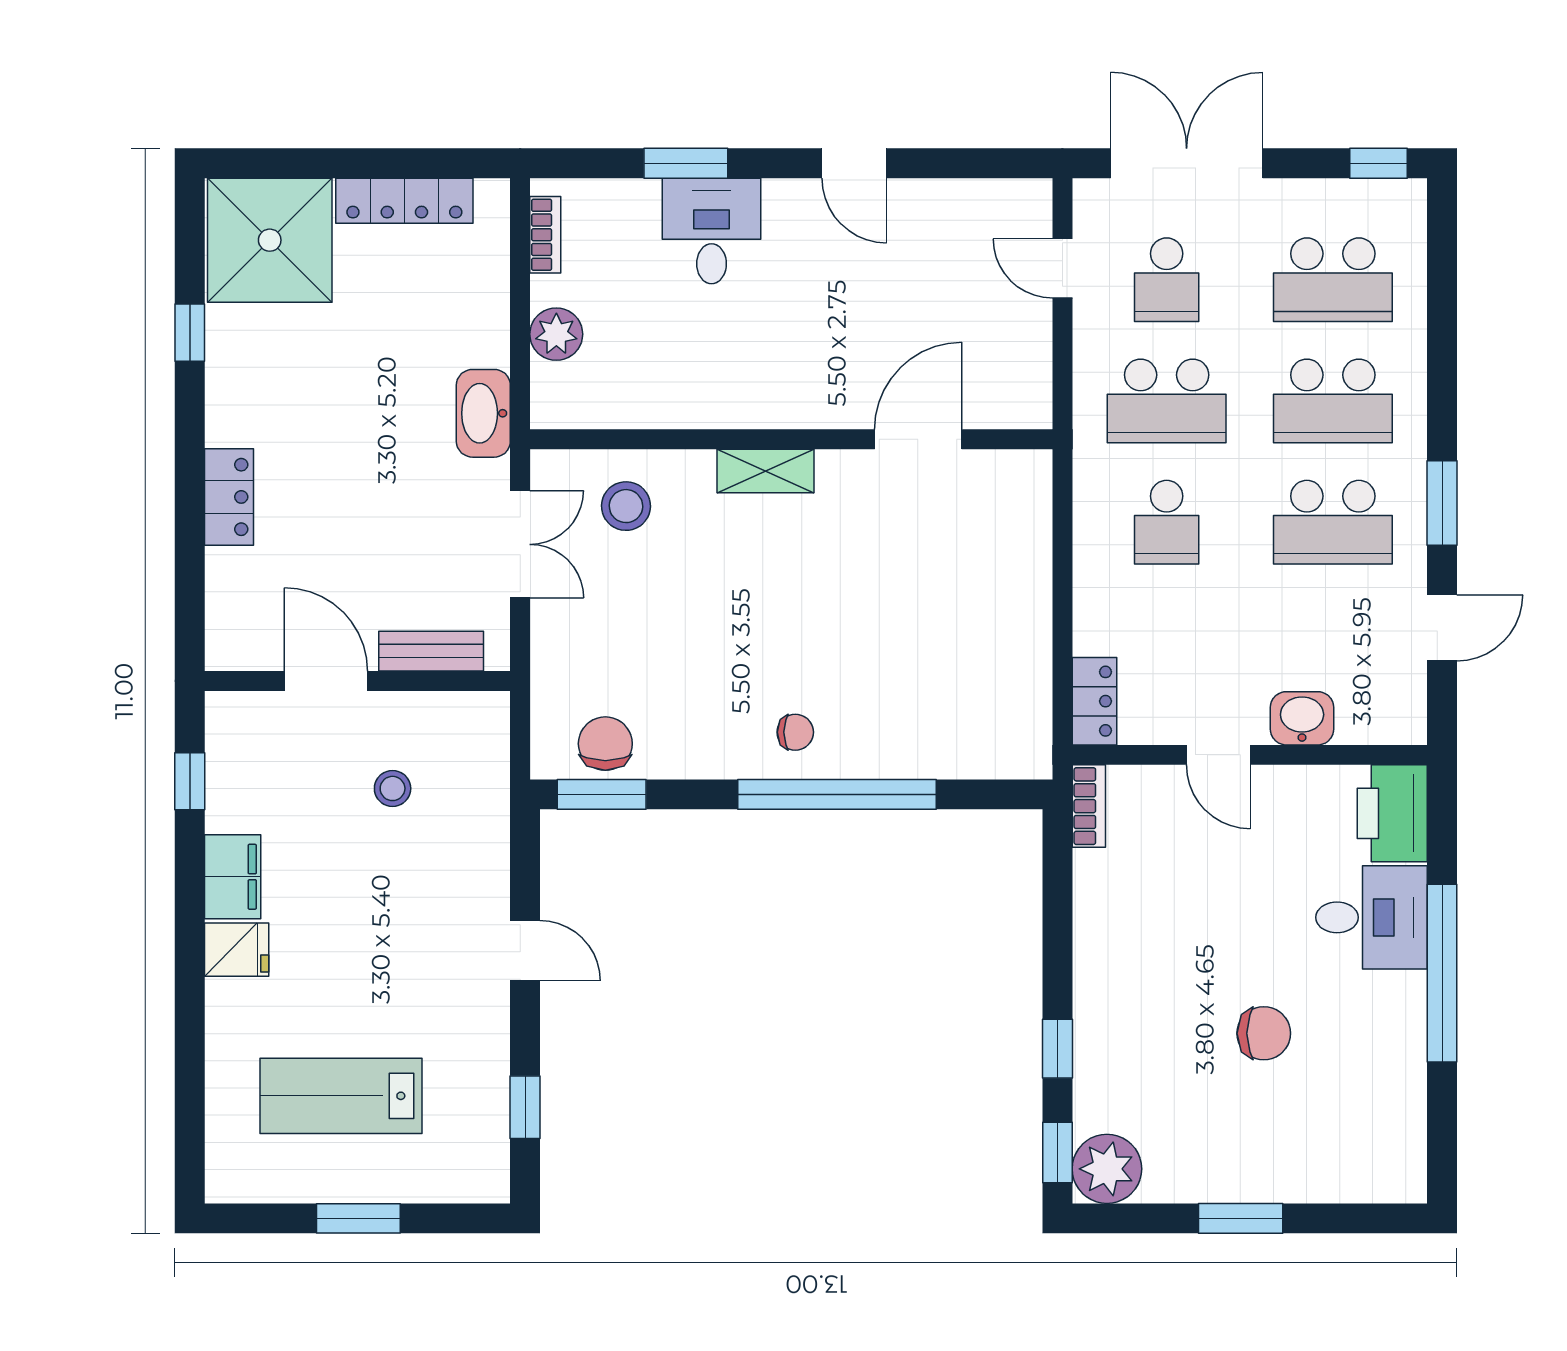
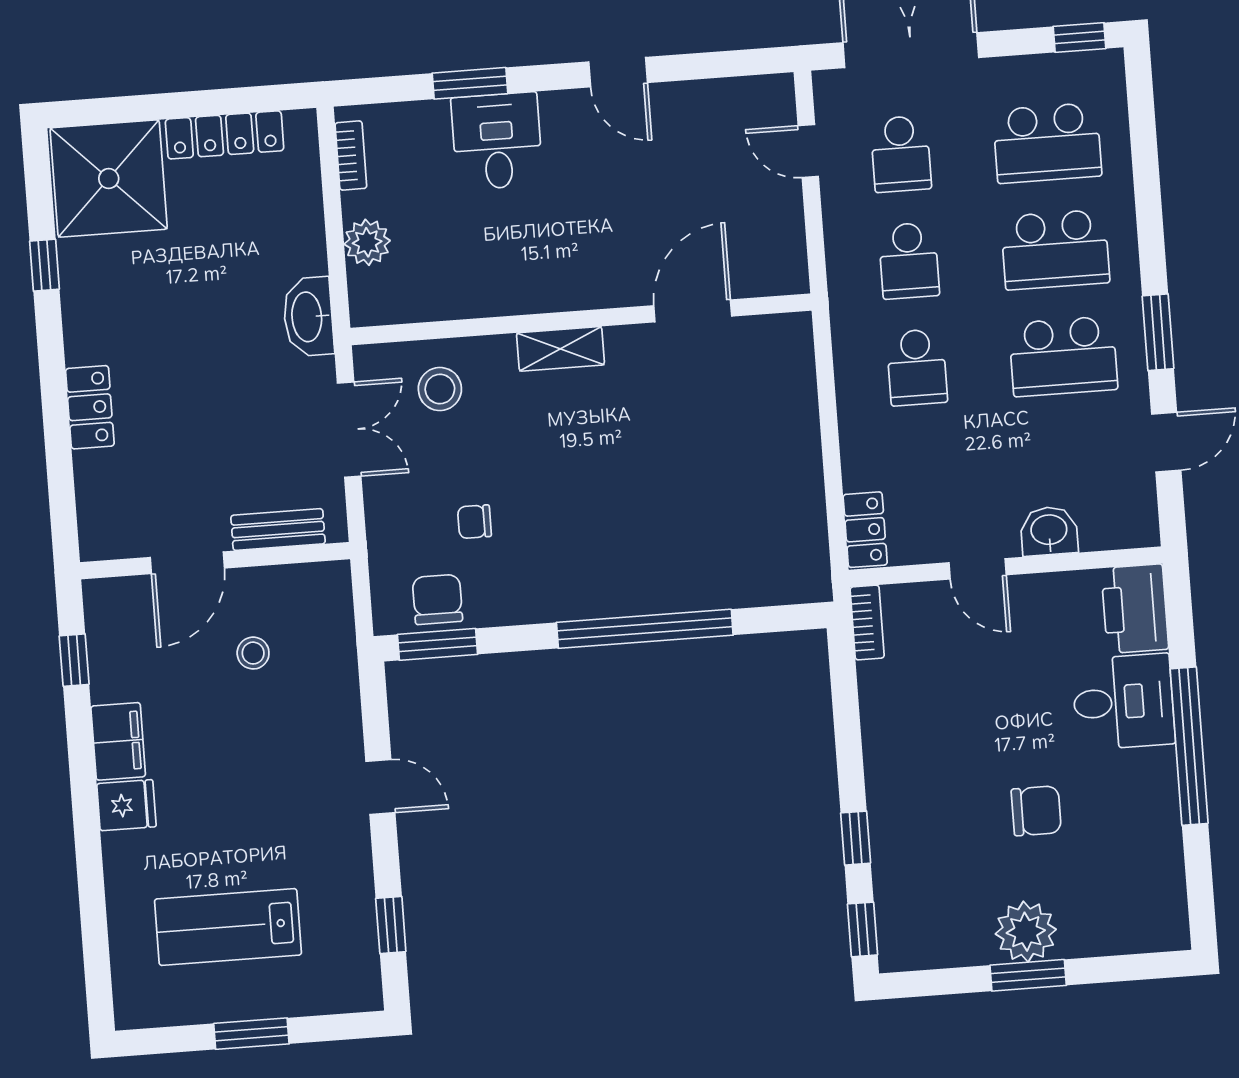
school desk: (1167, 401) -> (909, 261), width x0.54
door: (326, 681) -> (187, 563), swing flipped
chair: (795, 732) -> (474, 522), moved, turned 180
plant: (1107, 1169) -> (1026, 932), moved

